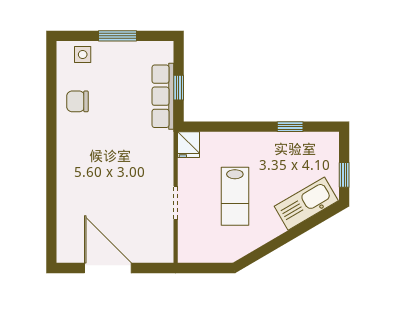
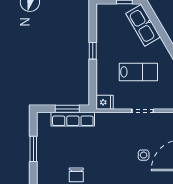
side table: (83, 54) -> (144, 155), moved
window: (179, 88) -> (67, 109), width x1.50
window: (290, 127) -> (93, 51), moved

